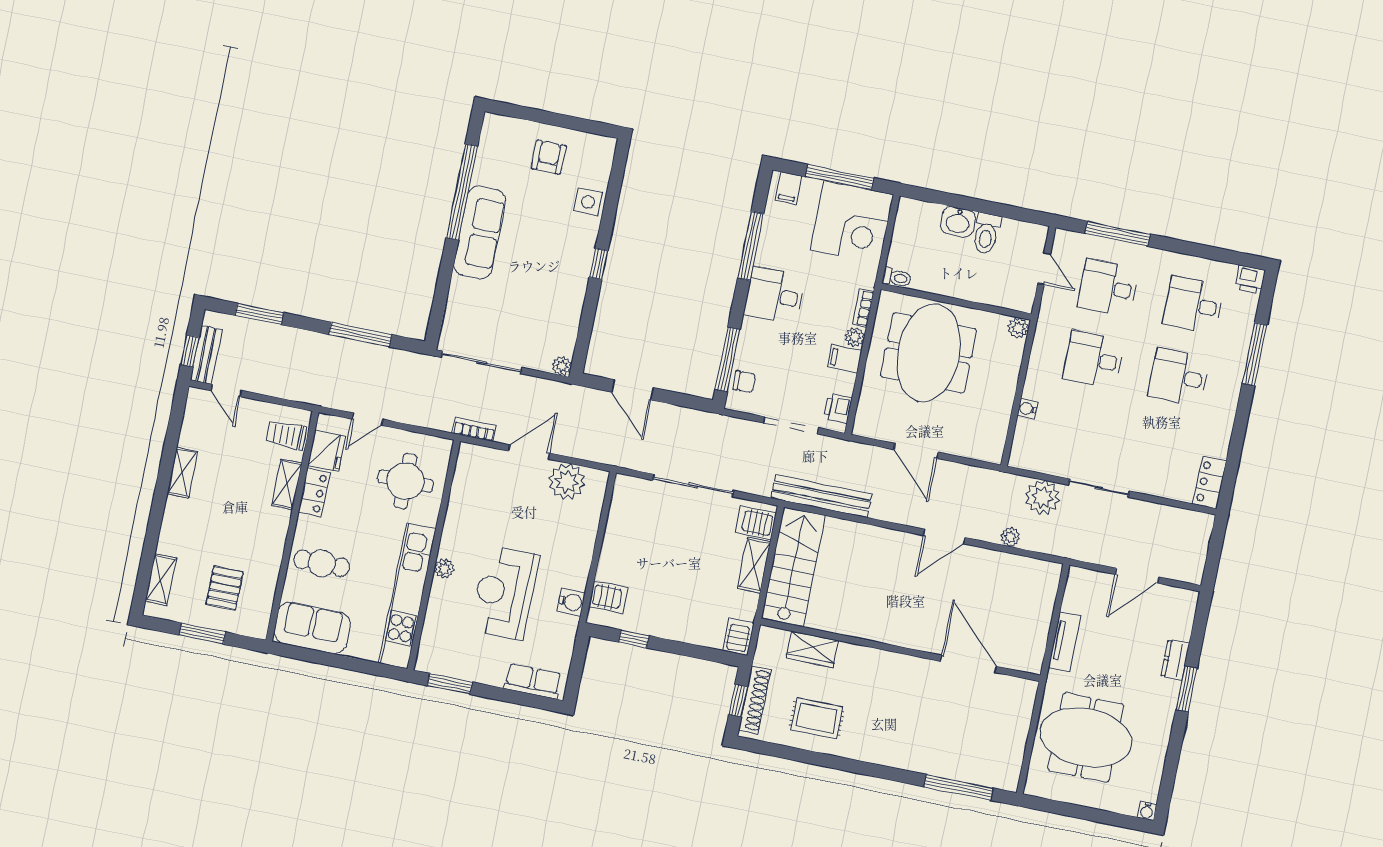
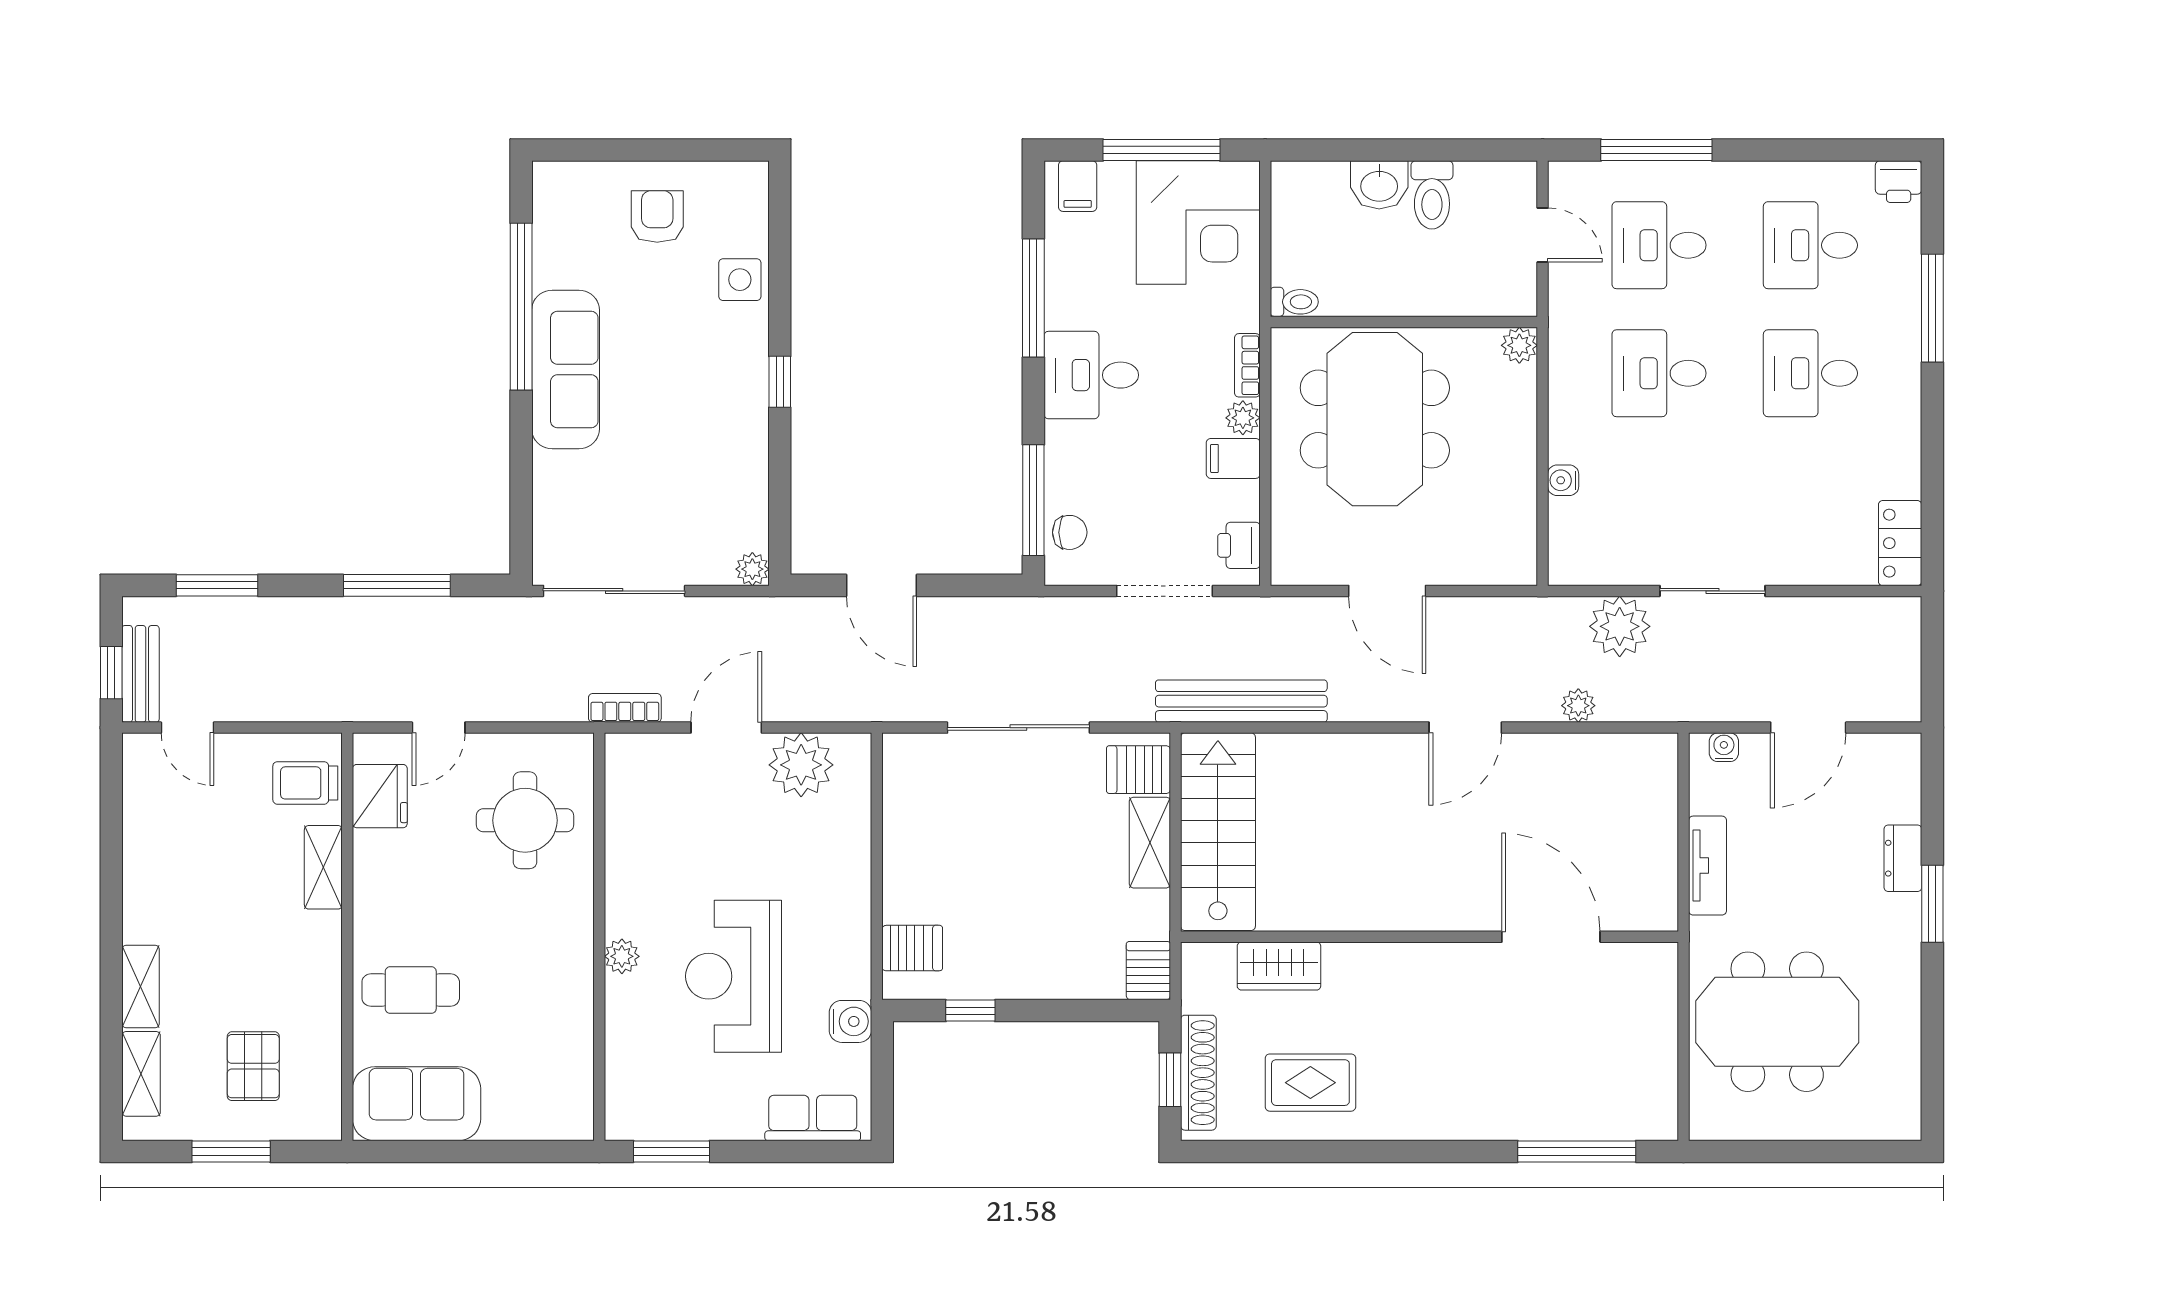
shelving: (182, 473) -> (141, 987), moved
locker: (314, 493) -> (373, 872), removed
kitchen unit: (407, 596) -> (568, 1016), removed
water cooler: (571, 602) -> (850, 1021), moved
water cooler: (1147, 811) -> (1724, 747), moved, turned 180

